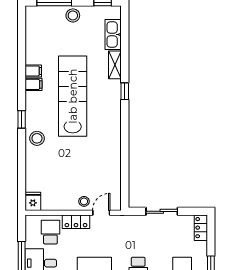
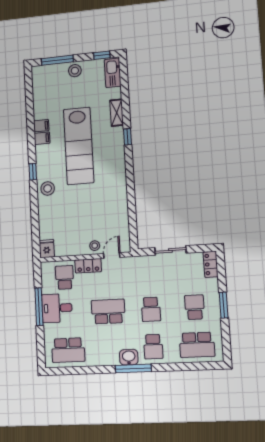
kitchen sink: (113, 35) -> (113, 73), moved
lab bench: (73, 96) -> (79, 146), turned 180

